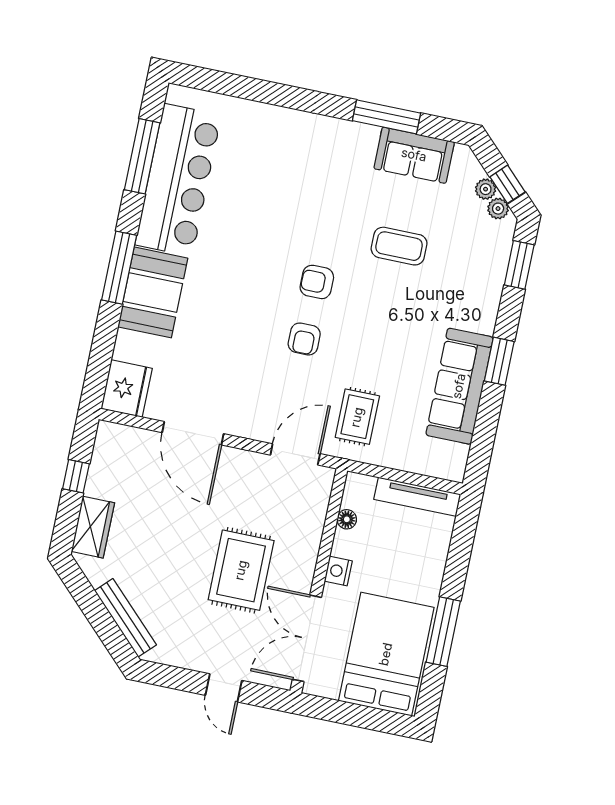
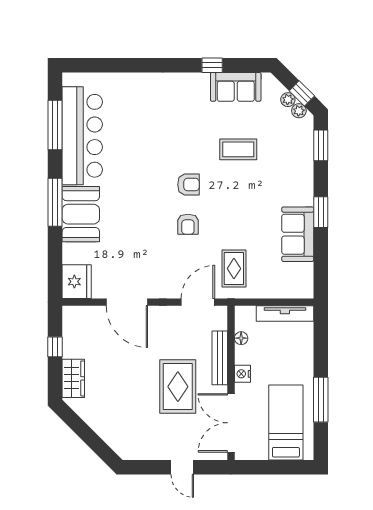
window: (387, 117) -> (212, 65), width x0.46
armchair: (317, 282) -> (189, 185), turned 180
sofa: (459, 386) -> (298, 234), width x0.73
bench: (125, 618) -> (220, 358), moved, turned 45
bed: (386, 654) -> (286, 422), width x0.67

